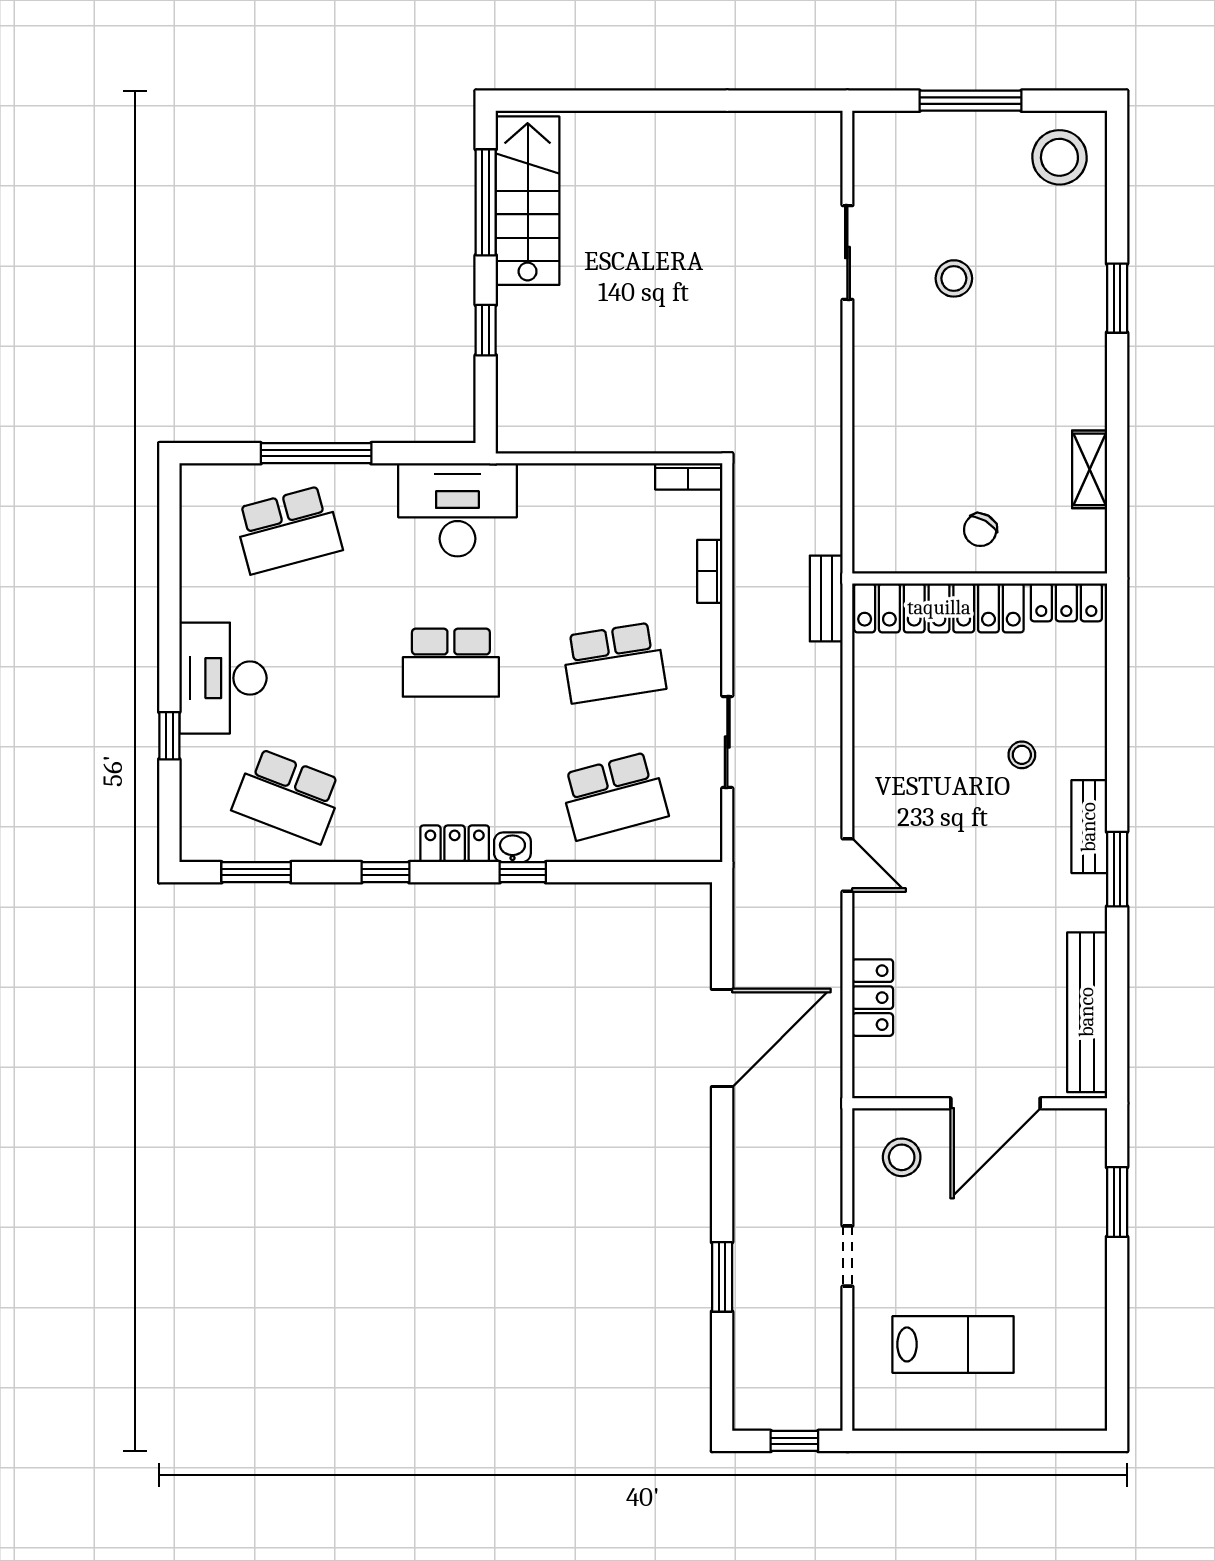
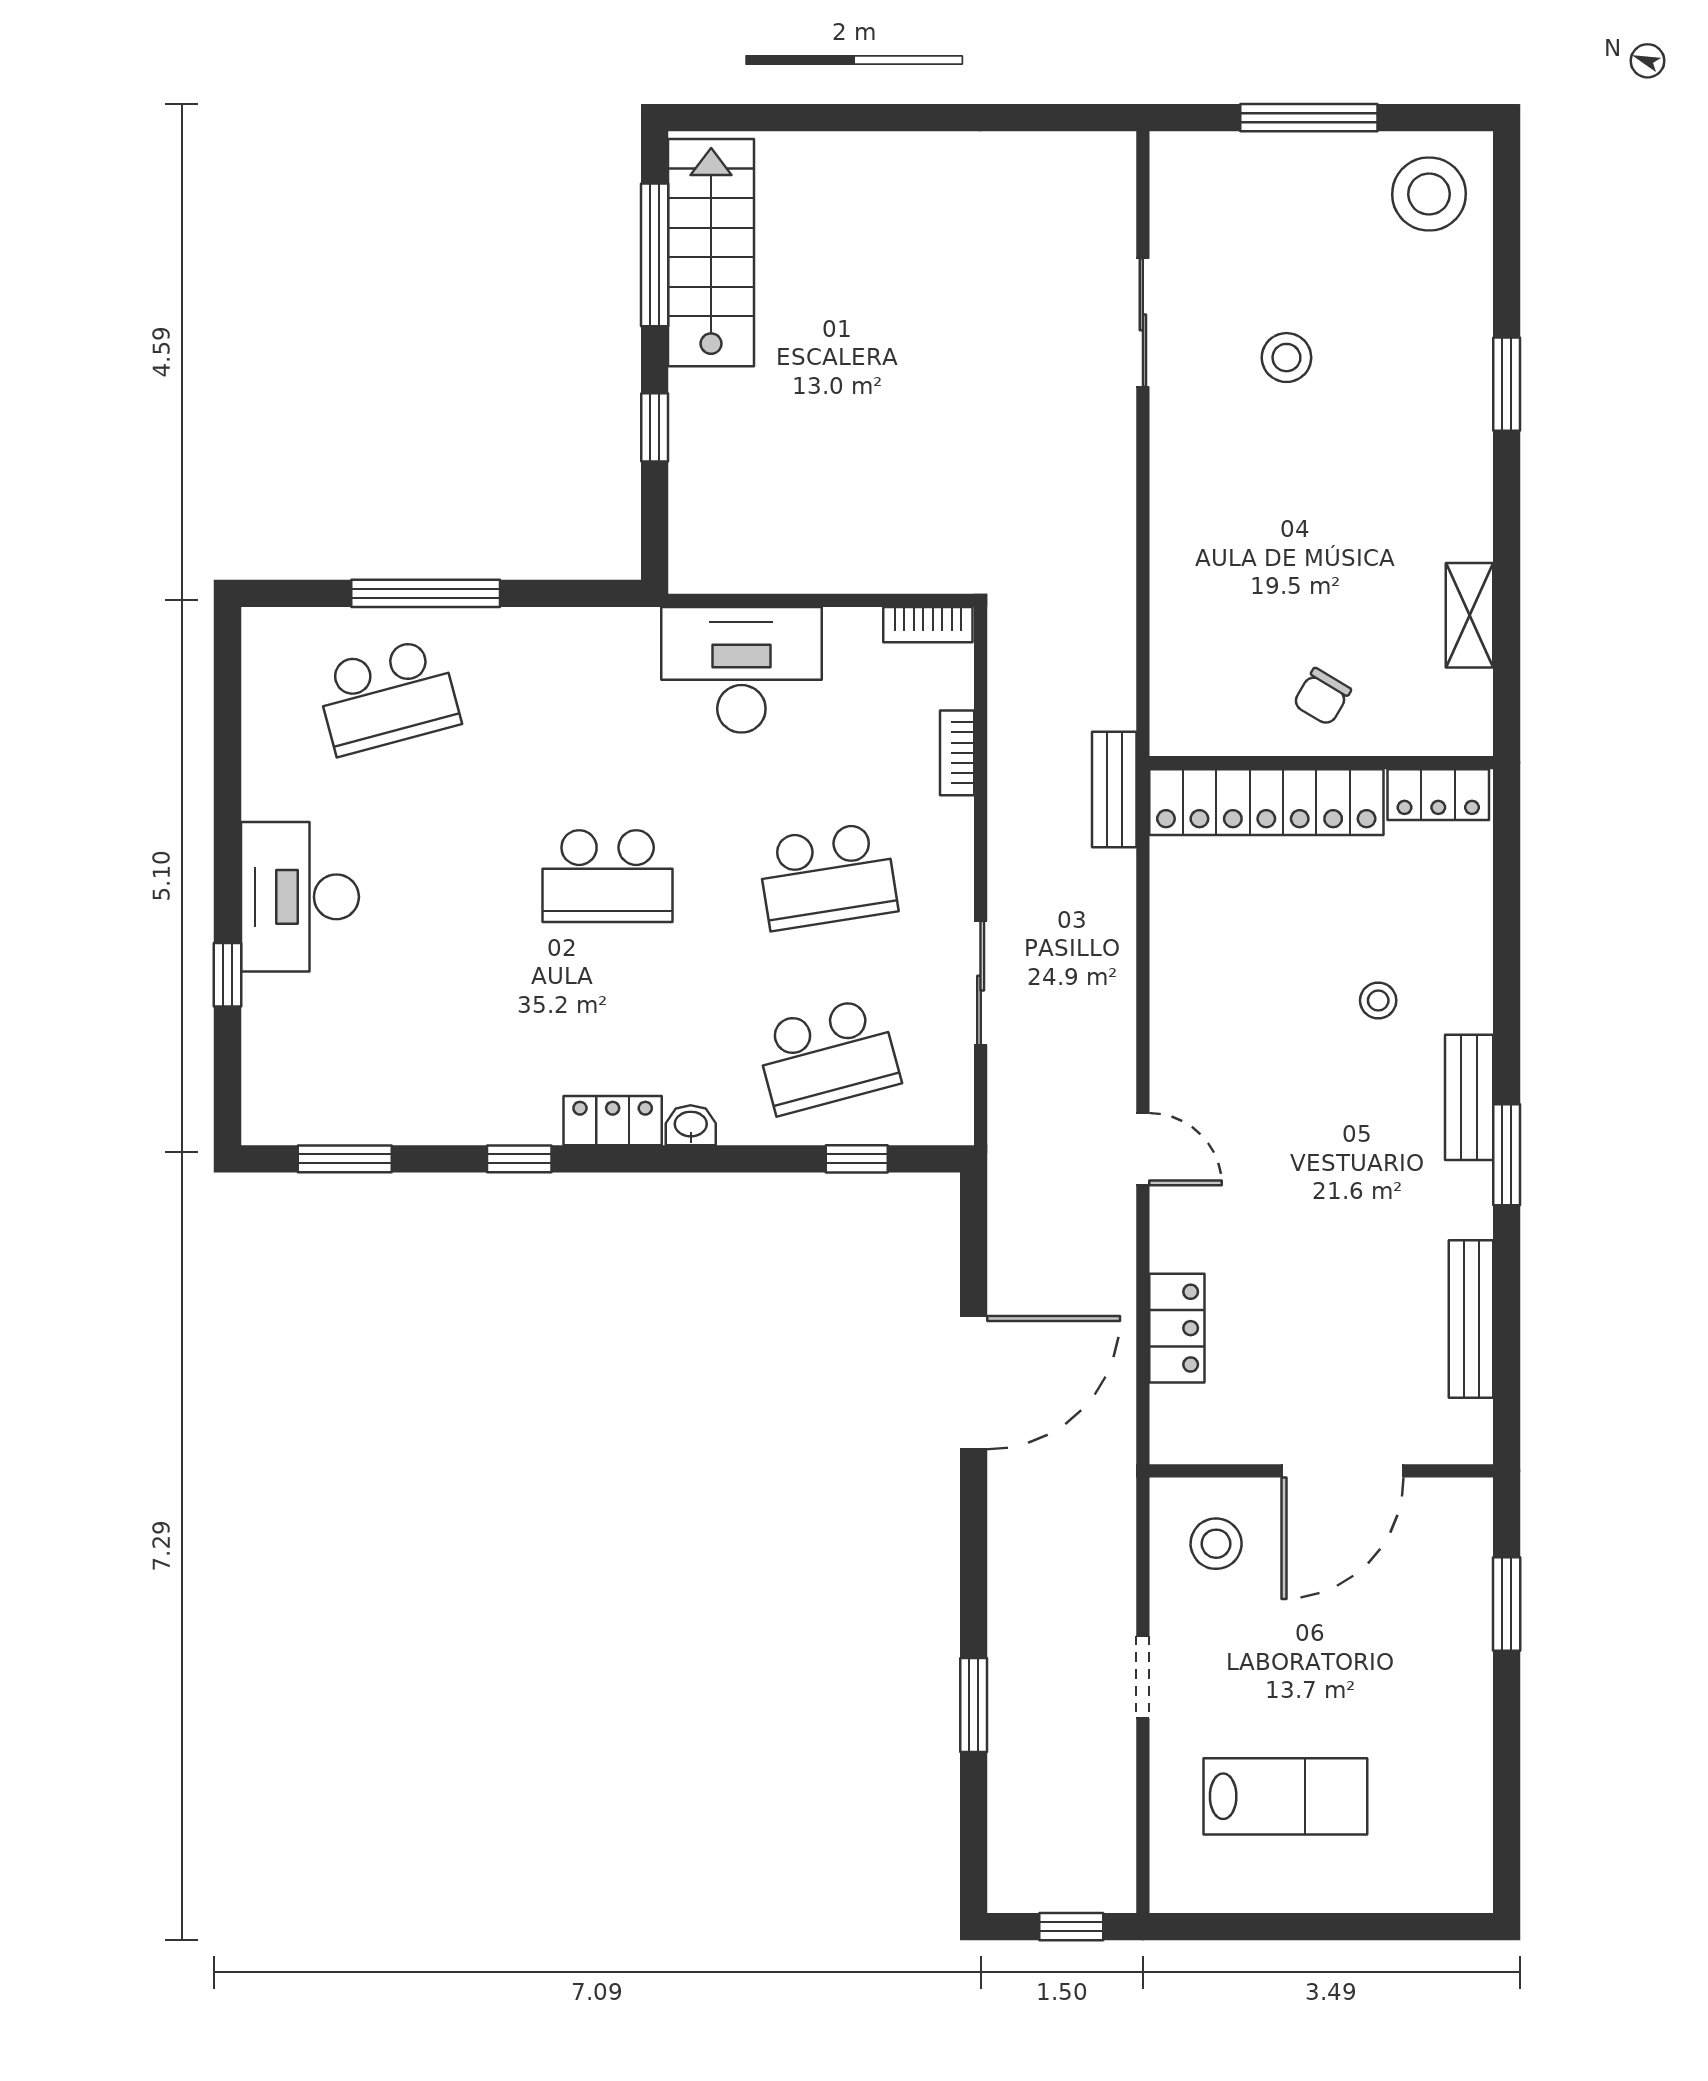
desk: (457, 510) -> (741, 670), moved
school desk: (288, 796) -> (388, 1056), removed
window: (523, 872) -> (857, 1159), moved
bench: (1087, 1012) -> (1471, 1319), width x0.73, depth x0.82

